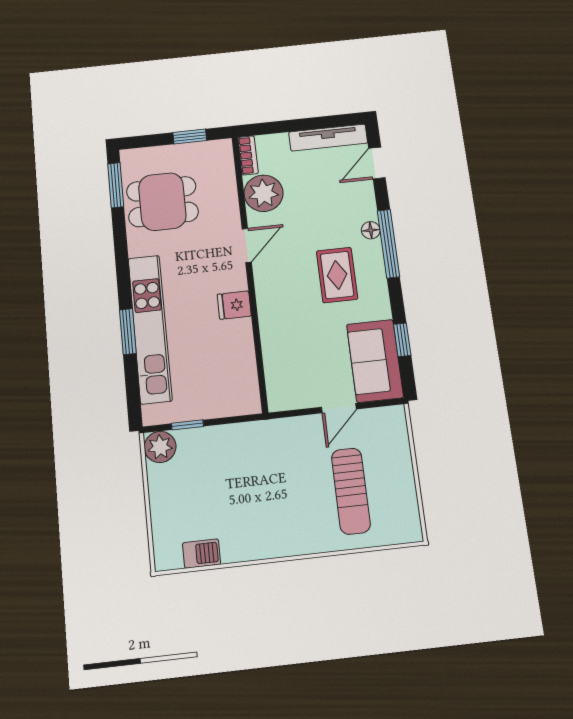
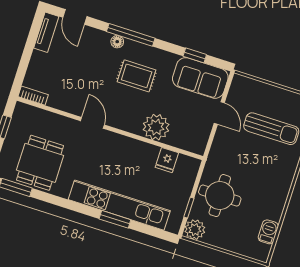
tv unit: (328, 138) -> (46, 32), width x0.71
plant: (264, 193) -> (156, 127), moved
fridge: (234, 305) -> (167, 160), moved
round table: (223, 460) -> (220, 196), added

